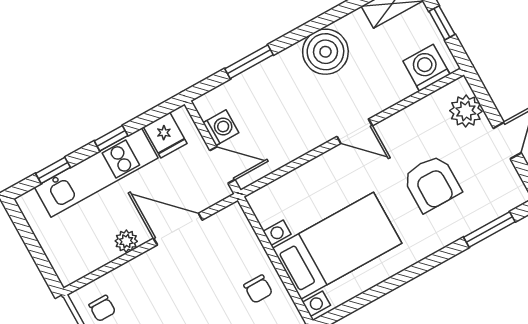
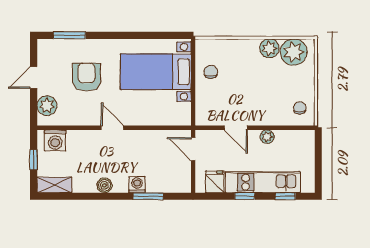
boiler: (325, 52) -> (104, 185), width x0.54, depth x0.54
washing machine: (221, 128) -> (137, 185), moved, turned 90
door: (178, 229) -> (236, 128), width x0.73

